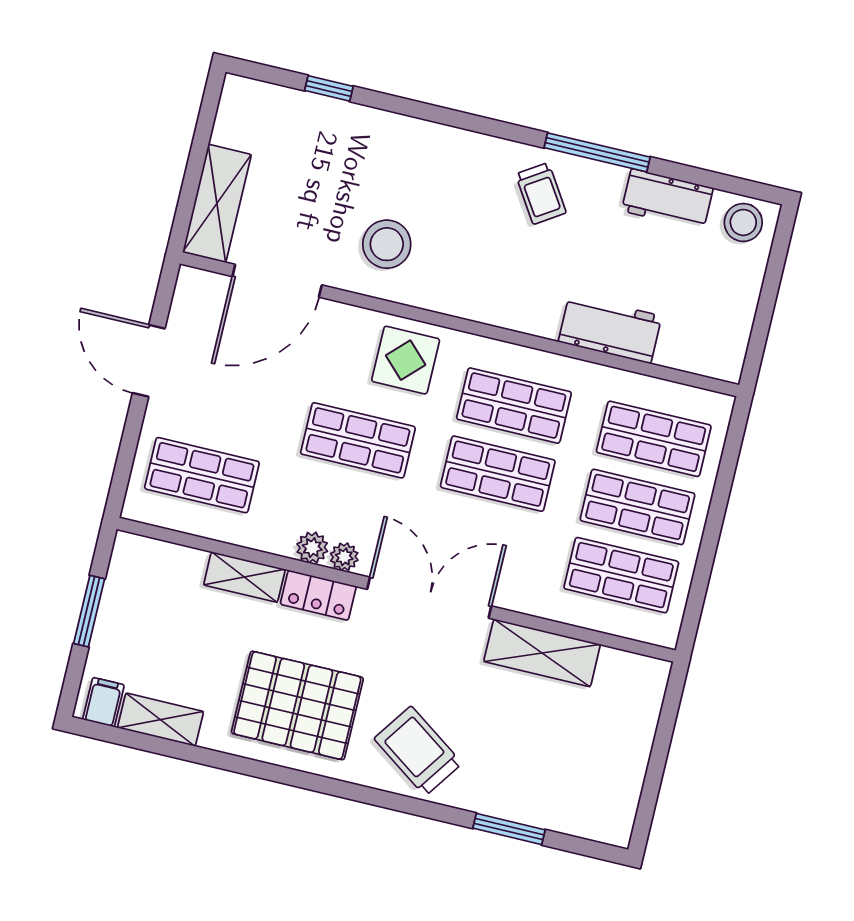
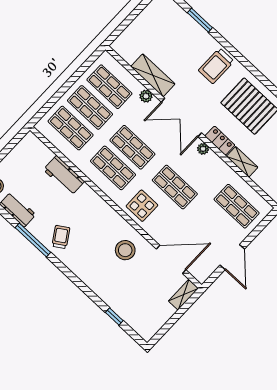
shelving: (217, 203) -> (183, 295), width x0.67, depth x0.75
plant: (312, 548) -> (146, 96), moved
trolley: (418, 751) -> (216, 66), turned 55

